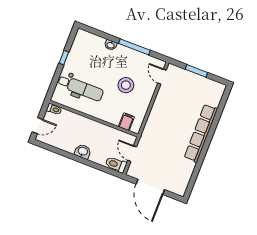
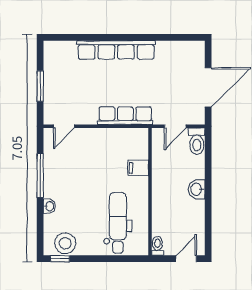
window: (64, 58) -> (60, 259), moved
stool: (126, 85) -> (65, 243), moved
filing cabinet: (126, 122) -> (138, 168), moved
row of seats: (153, 122) -> (125, 116), added
door: (37, 126) -> (186, 259), hinge flipped

